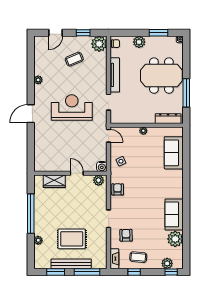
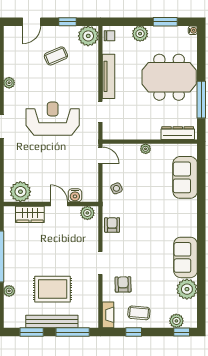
plant: (47, 164) -> (20, 192), added
water cooler: (102, 167) -> (75, 195), moved

